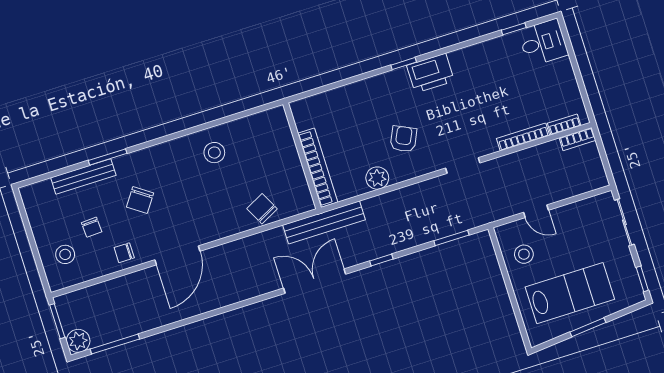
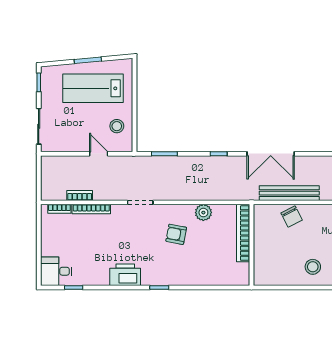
printer: (430, 73) -> (125, 275), moved
armchair: (403, 139) -> (176, 234), turned 76
bookcase: (578, 139) -> (80, 195), moved
bench: (324, 222) -> (289, 193), moved

